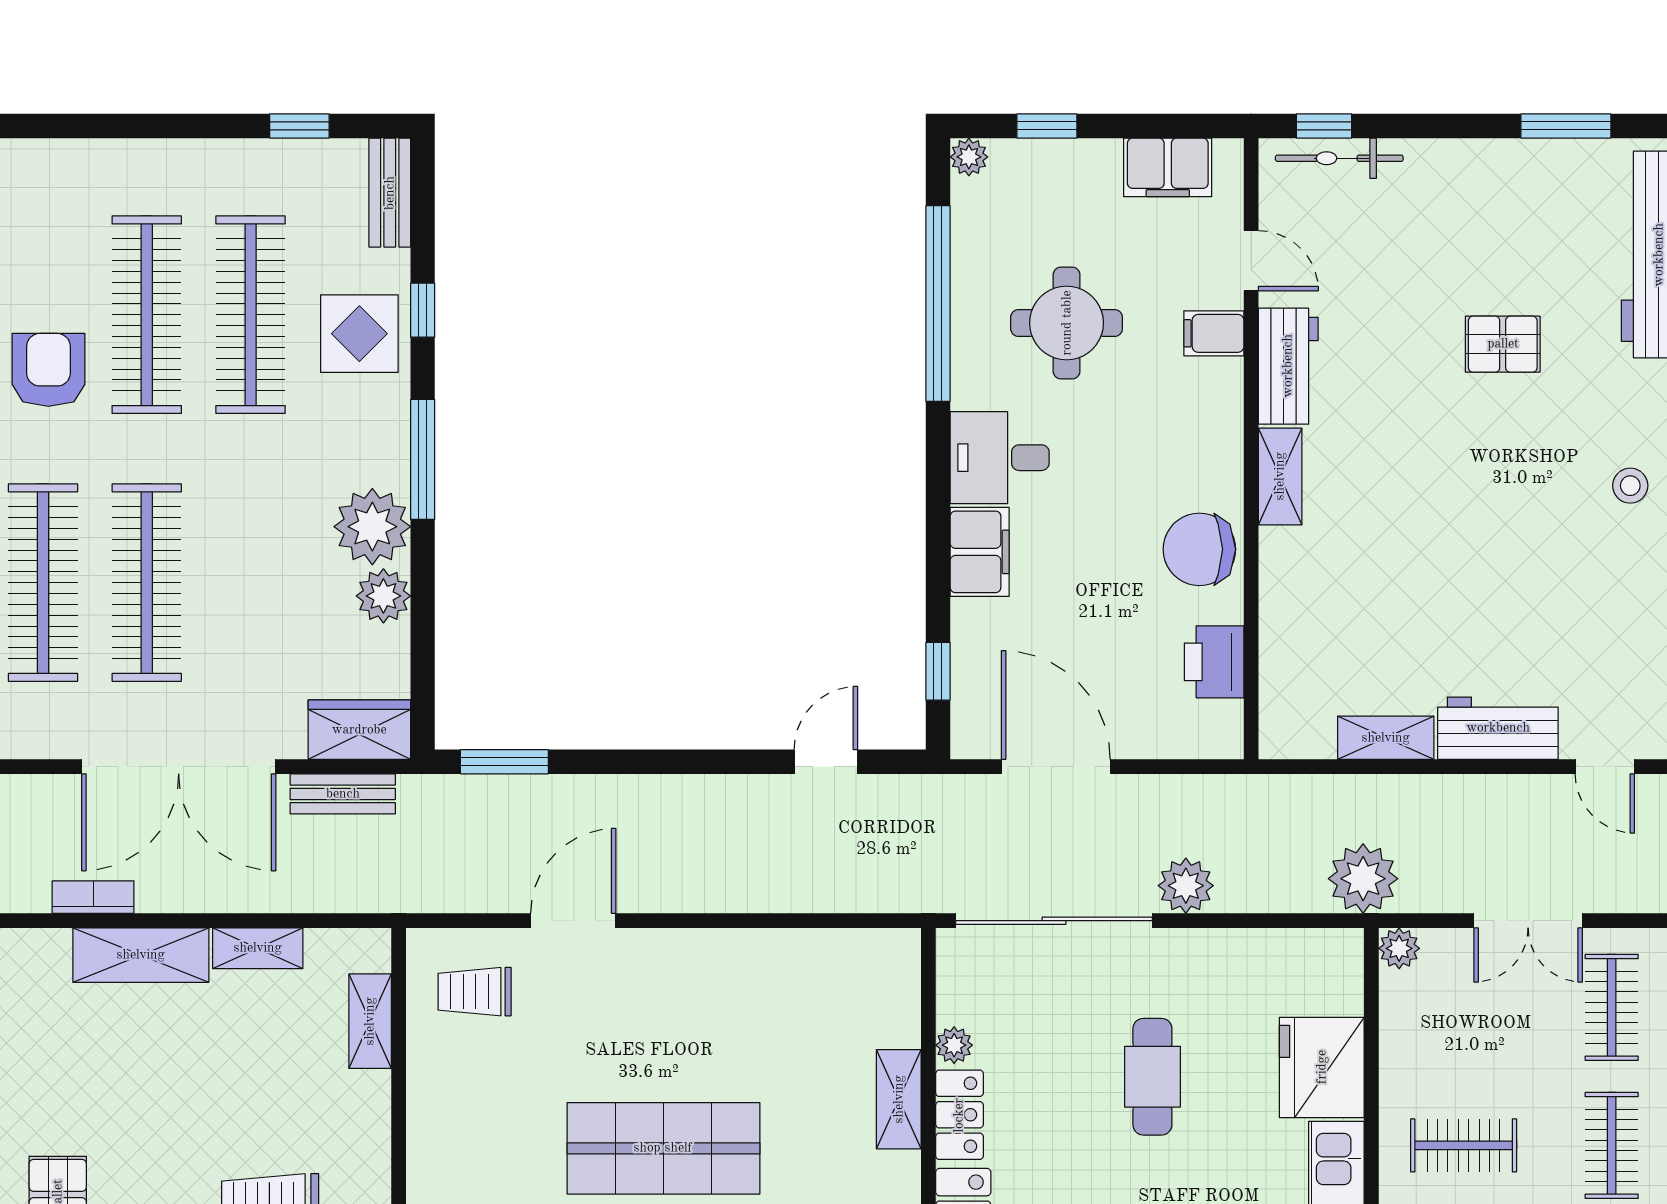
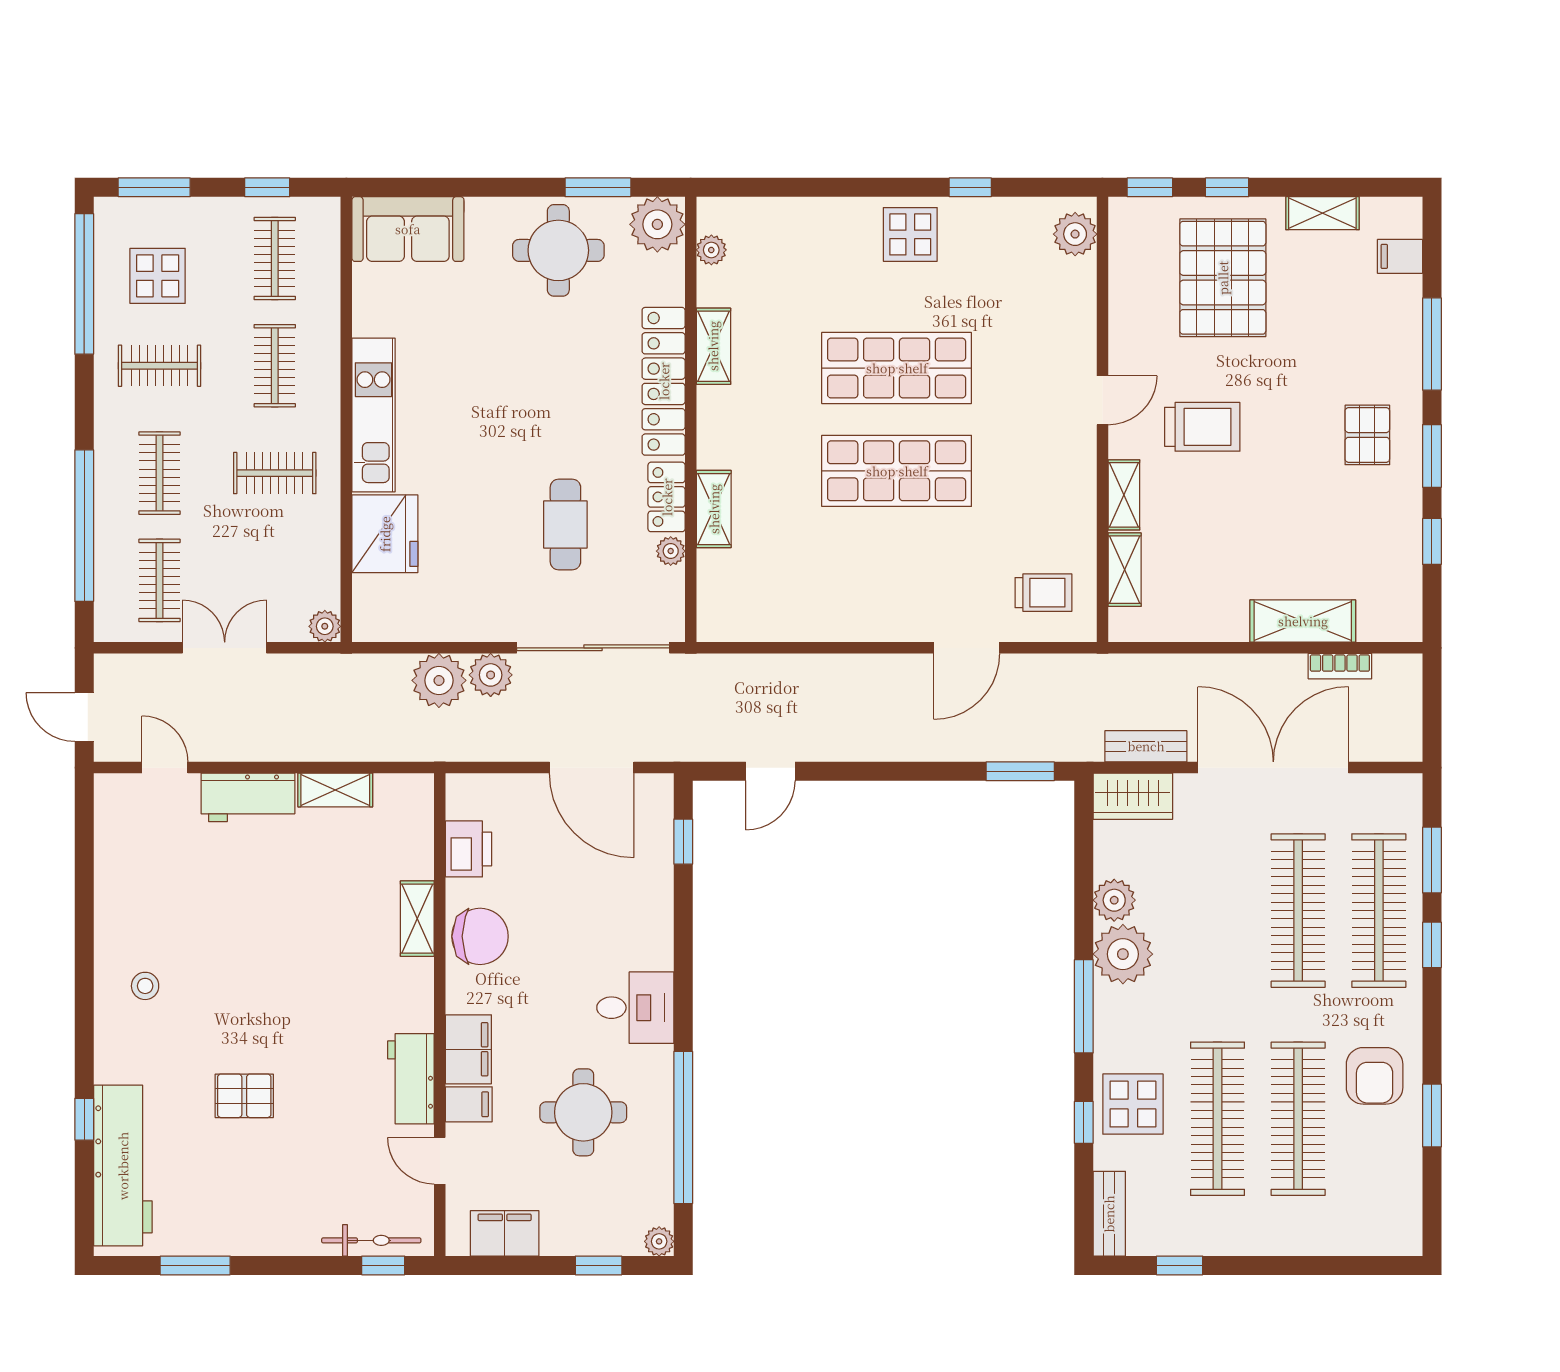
shelving: (1280, 476) -> (417, 919), moved
filing cabinet: (980, 552) -> (468, 1049), moved, turned 180
plant: (1363, 879) -> (439, 680), moved
shelving: (258, 948) -> (1124, 495), moved, turned 90
cafe table: (1152, 1077) -> (565, 524), moved

